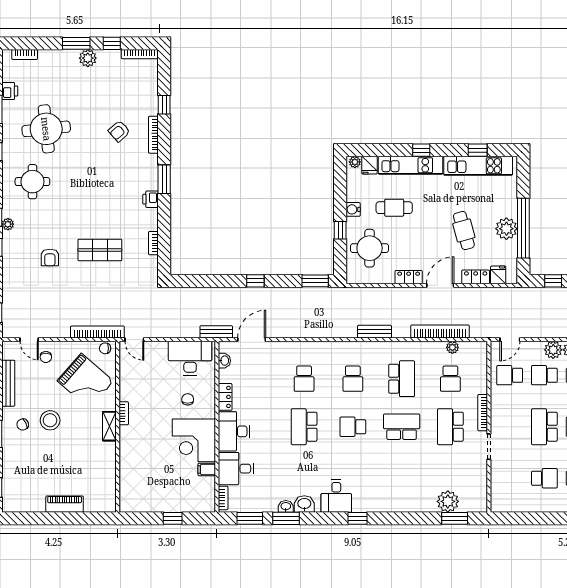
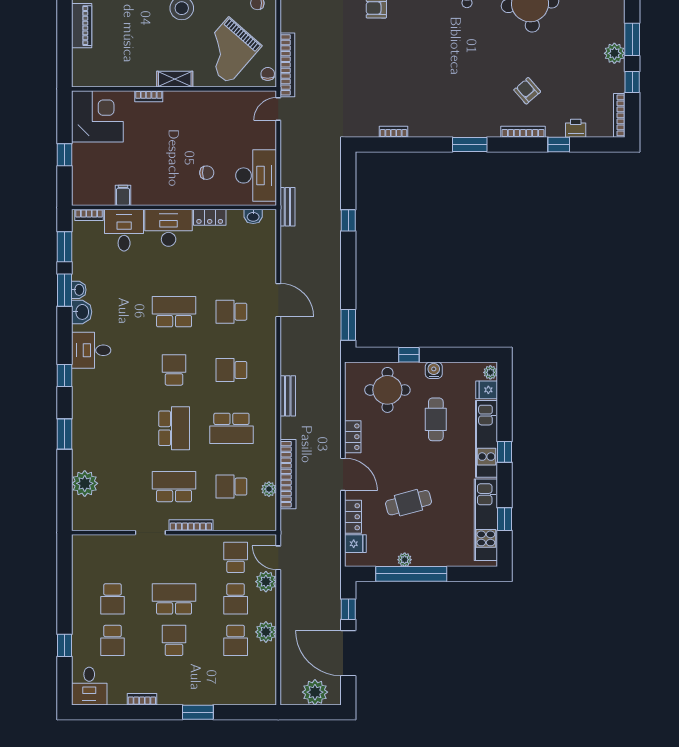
printer: (151, 199) -> (576, 128), moved
plant: (506, 229) -> (405, 560), width x0.53, depth x0.53
shop shelf: (100, 250) -> (385, 68), removed
window: (255, 281) -> (348, 220), moved
door: (252, 340) -> (278, 300), moved
plant: (553, 350) -> (266, 582), moved
school desk: (544, 375) -> (236, 599), turned 180
bookcase: (124, 413) -> (149, 96), moved
corner desk: (194, 440) -> (97, 116), moved, turned 90
window: (455, 518) -> (64, 434), moved

